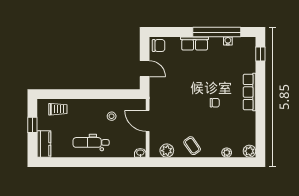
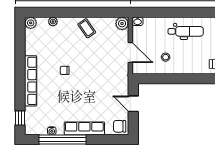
row of seats: (195, 43) -> (84, 128), width x1.48
row of seats: (249, 92) -> (31, 81), width x1.36
plant: (167, 151) -> (122, 23), moved

